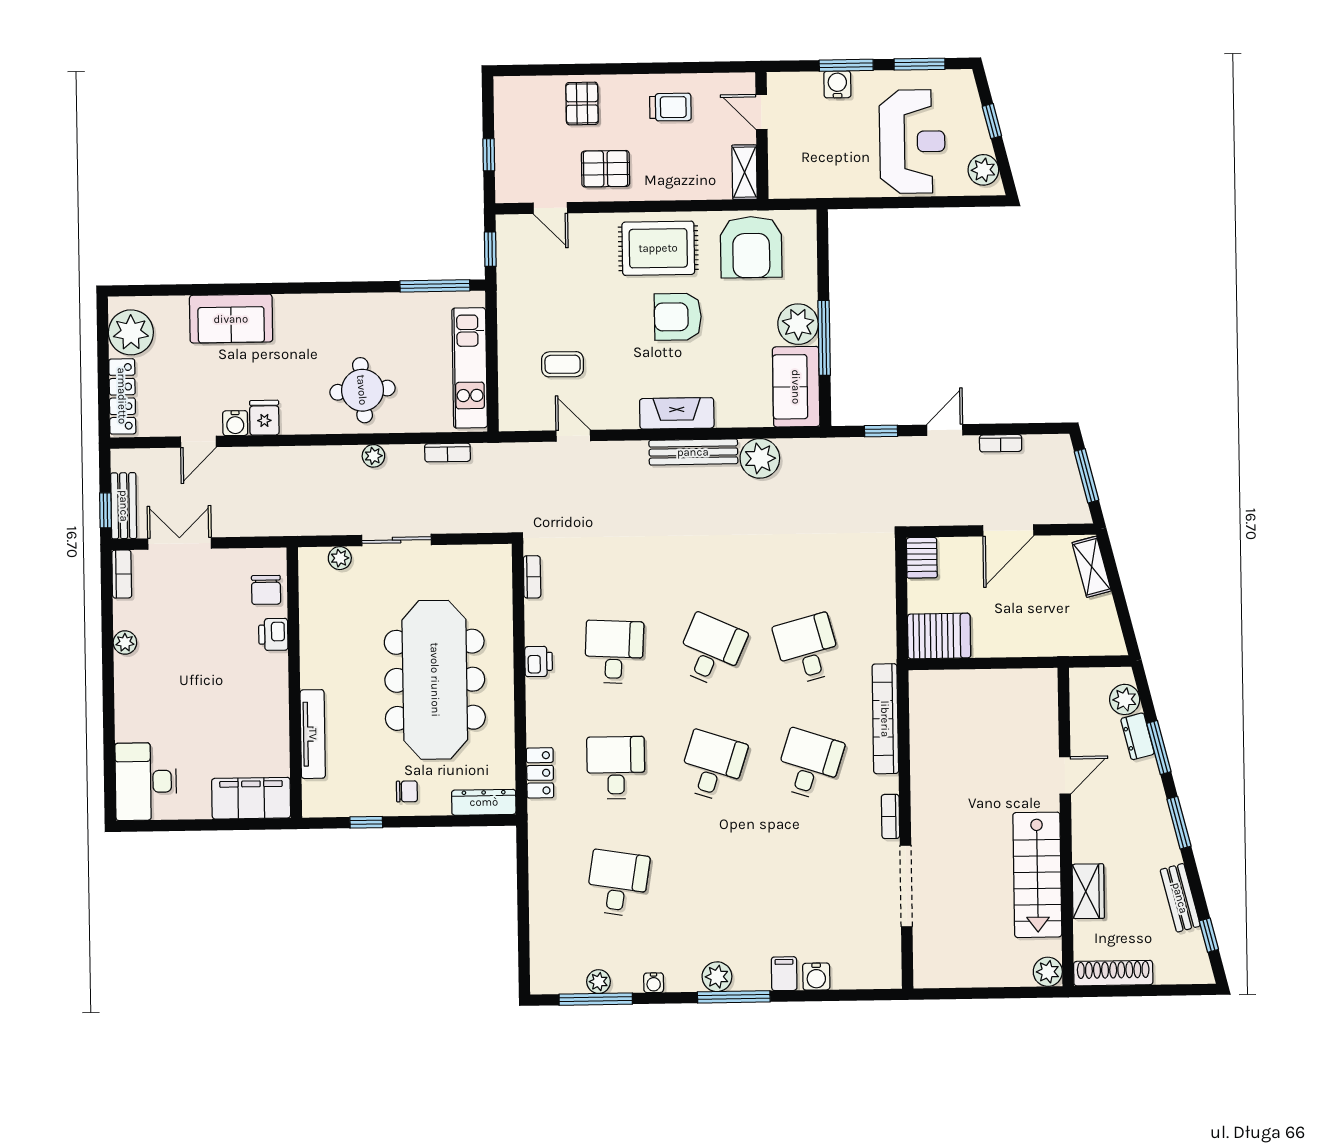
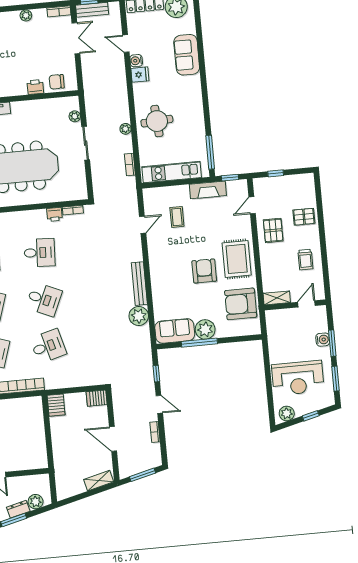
fireplace: (677, 413) -> (208, 190), moved, turned 90
server rack: (939, 636) -> (56, 405), width x0.73, depth x0.70
printer: (539, 661) -> (55, 214), moved

